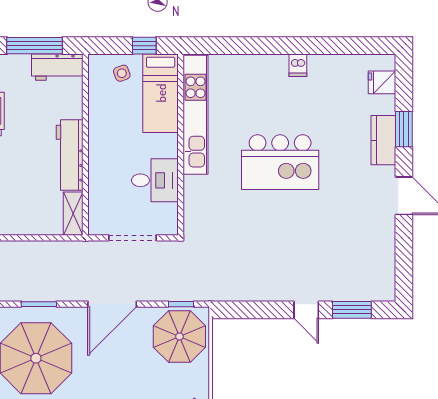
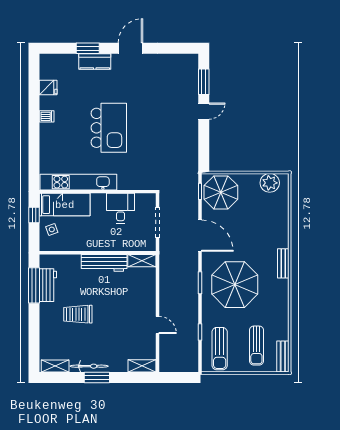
workbench: (57, 67) -> (48, 285), moved
fridge: (382, 82) -> (48, 88), moved, turned -90

